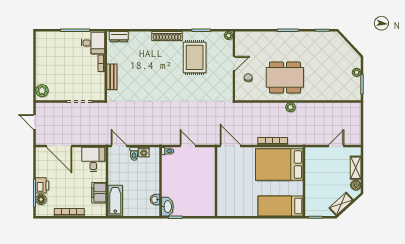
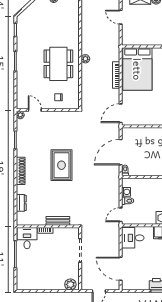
dresser: (119, 37) -> (21, 203), moved
rug: (195, 57) -> (61, 165), moved, turned 90
door: (234, 64) -> (35, 110), moved
door: (59, 146) -> (121, 269), swing flipped
door: (188, 146) -> (121, 152), width x1.88

